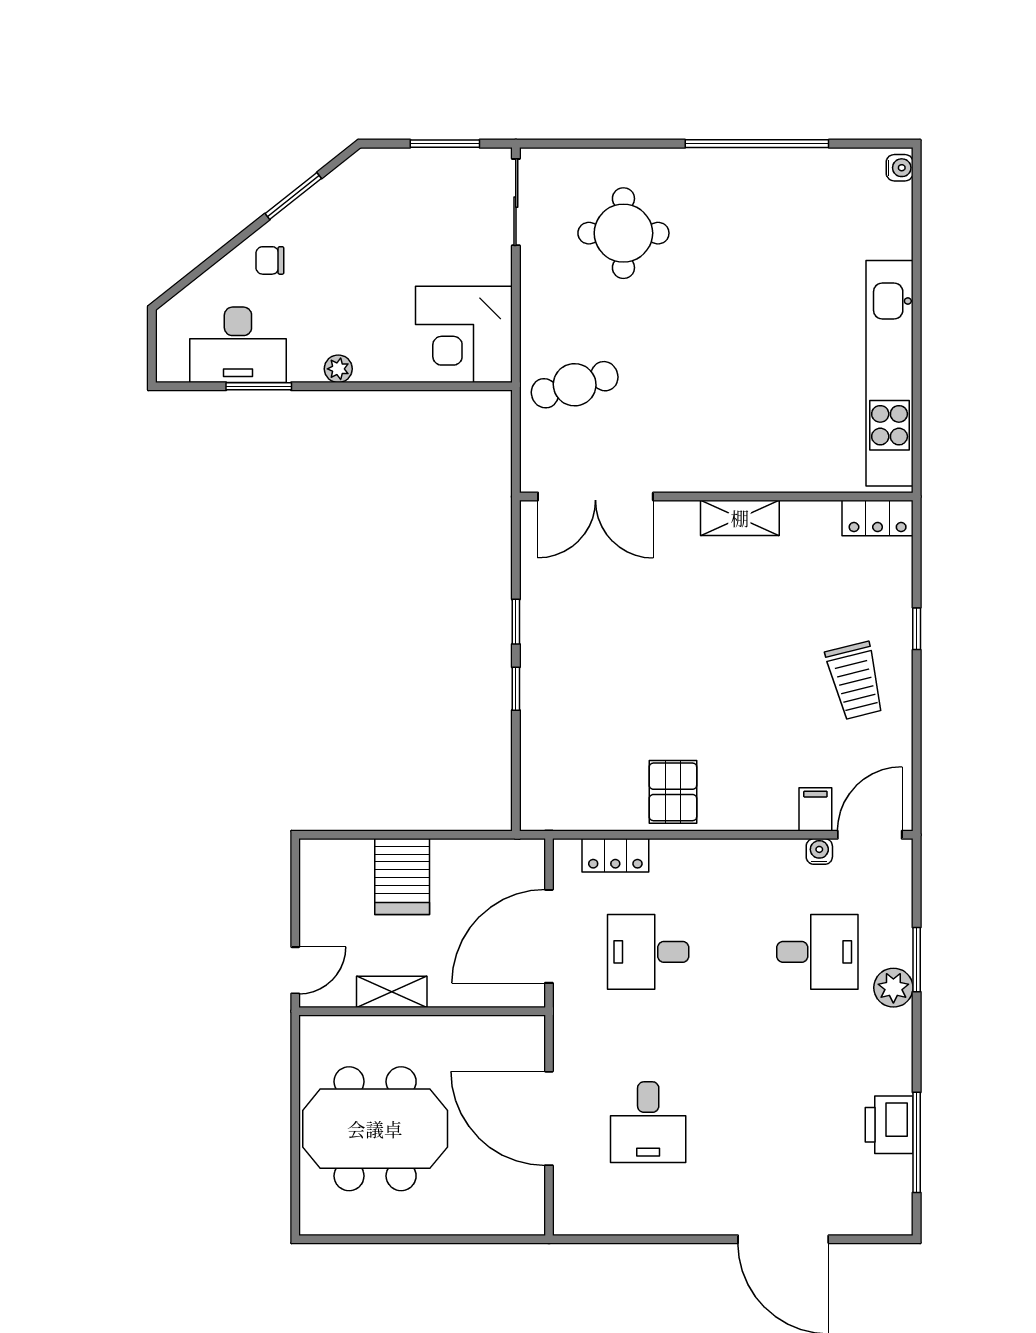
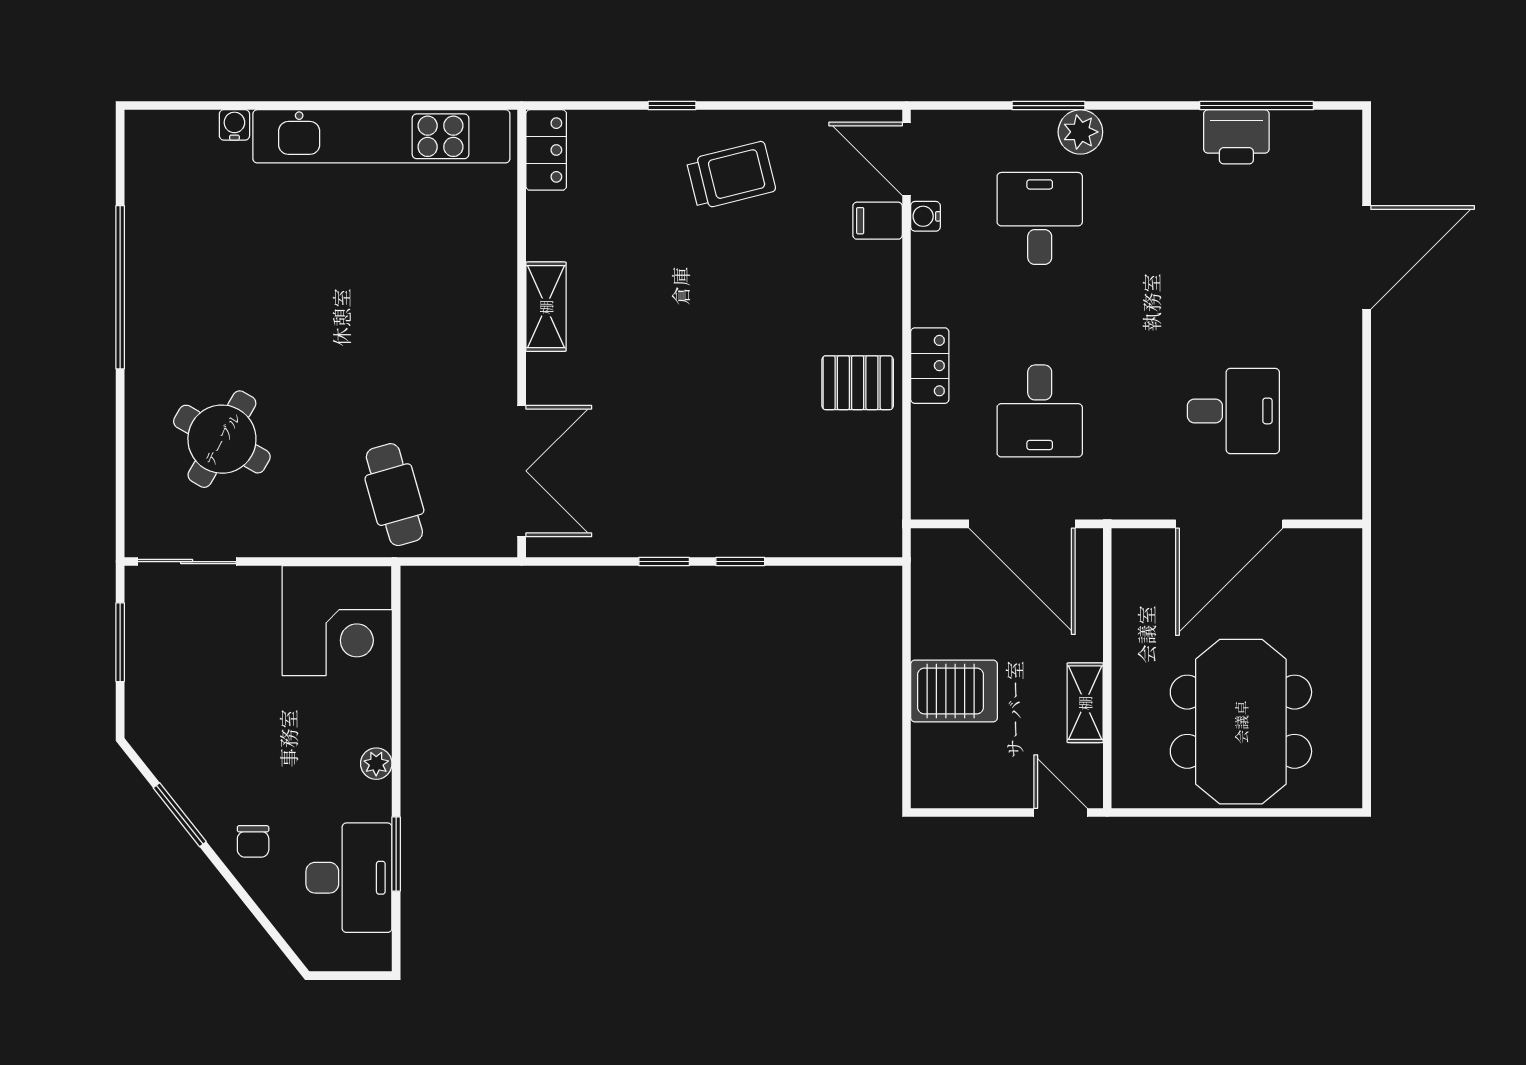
water cooler: (900, 168) -> (234, 125), moved
round table: (623, 233) -> (222, 439), turned 30
locker: (615, 855) -> (930, 366), moved

